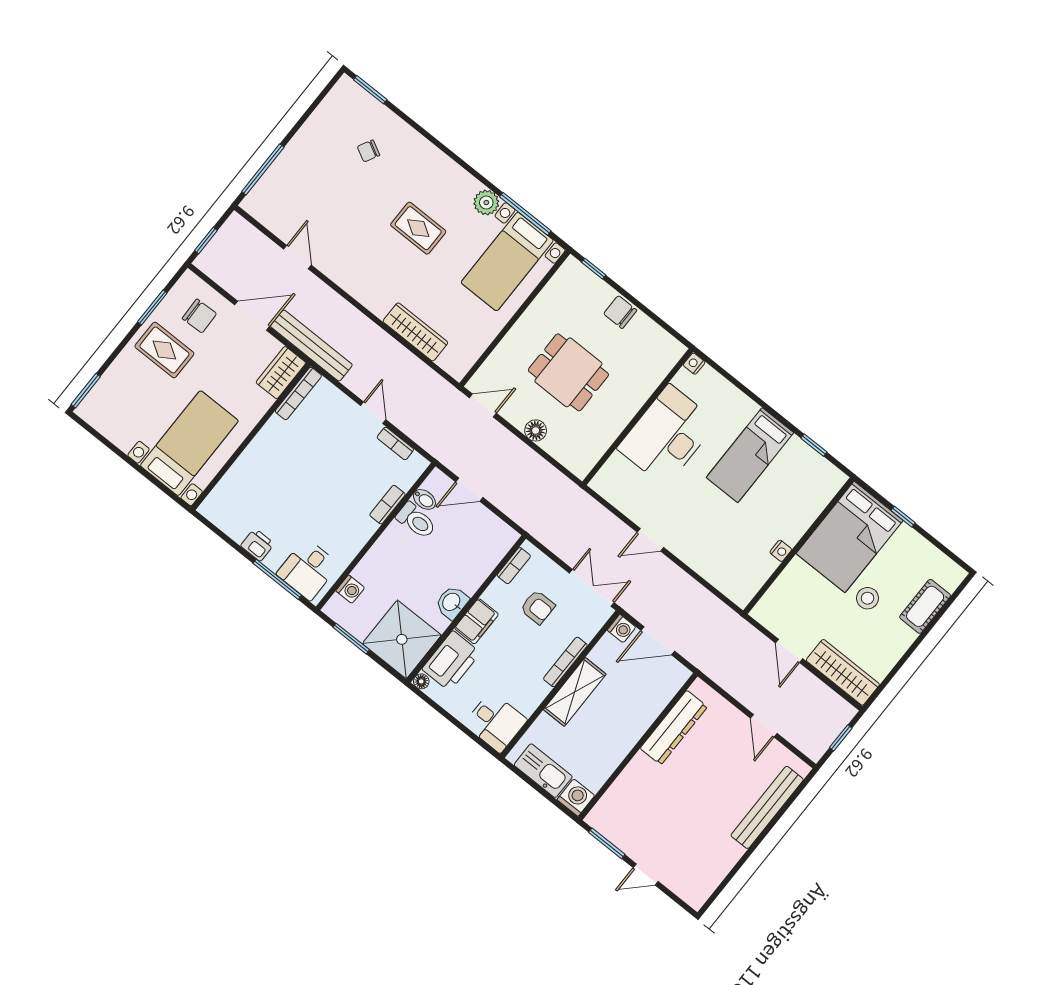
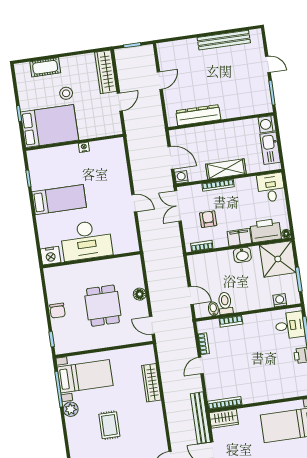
nightstand: (694, 364) -> (50, 256), width x1.89, depth x1.79
bench: (767, 807) -> (224, 40), moved

